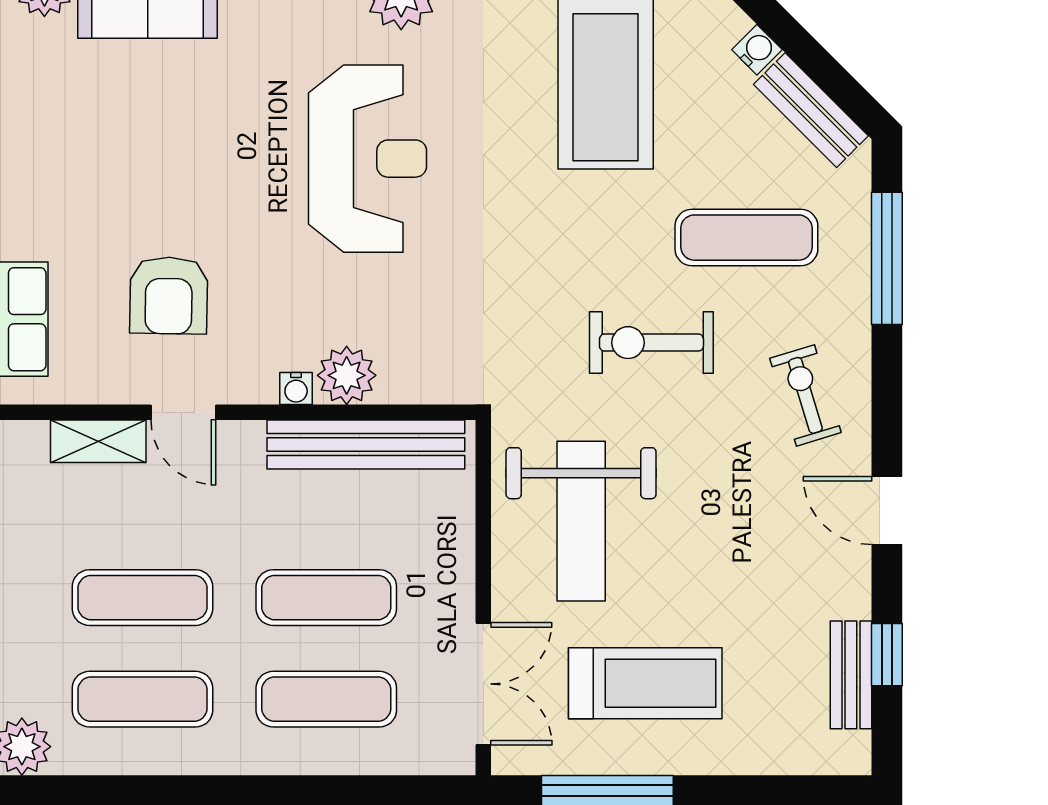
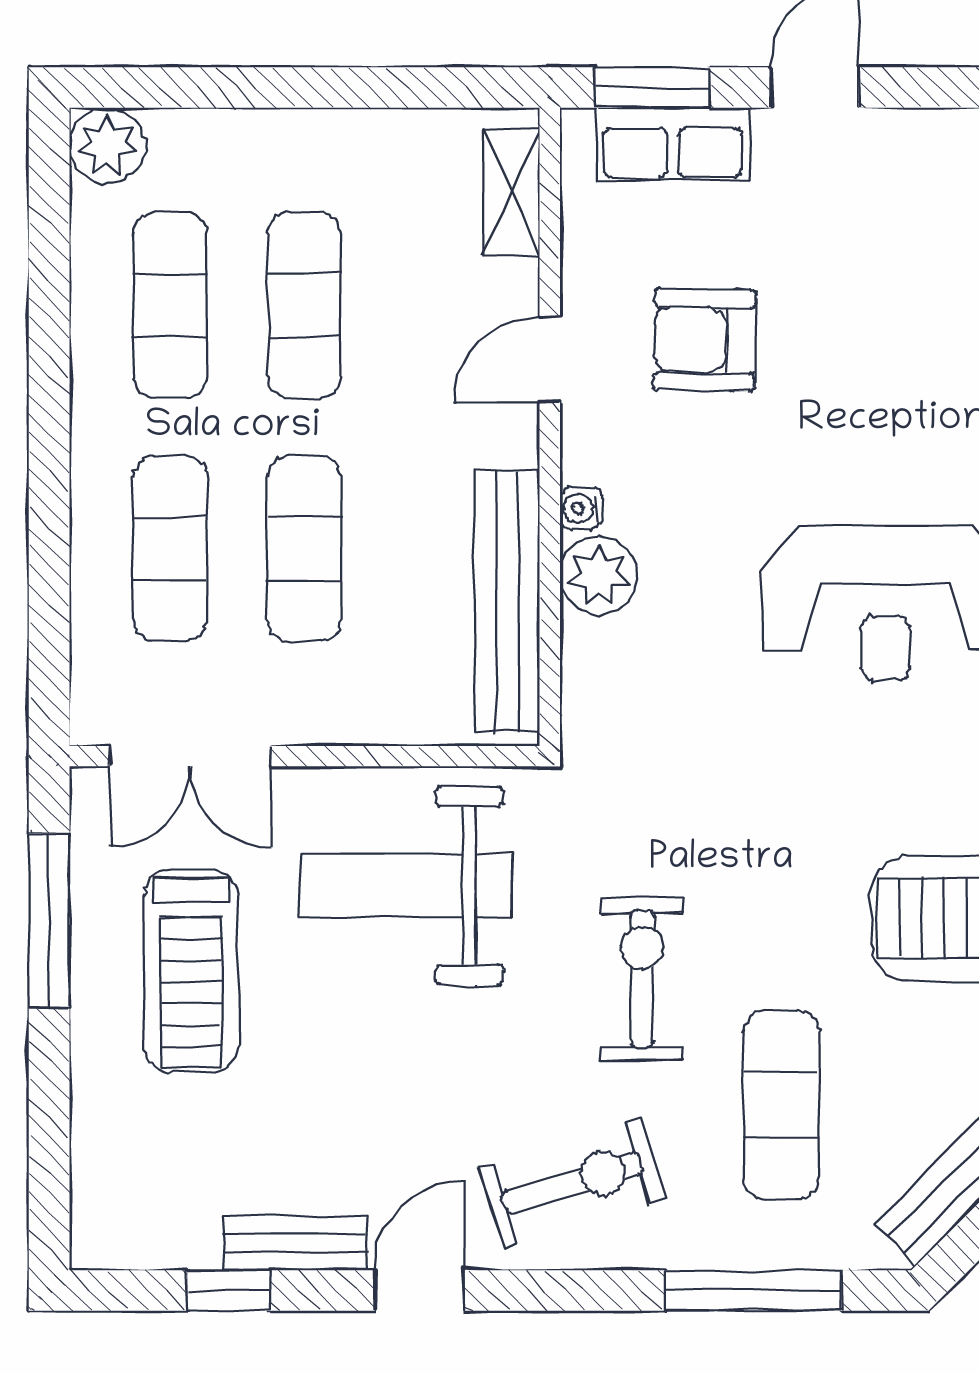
exercise bike: (805, 395) -> (572, 1183), width x1.38, depth x1.39
shelving: (98, 441) -> (511, 192), moved
bench: (851, 675) -> (295, 1243), moved

